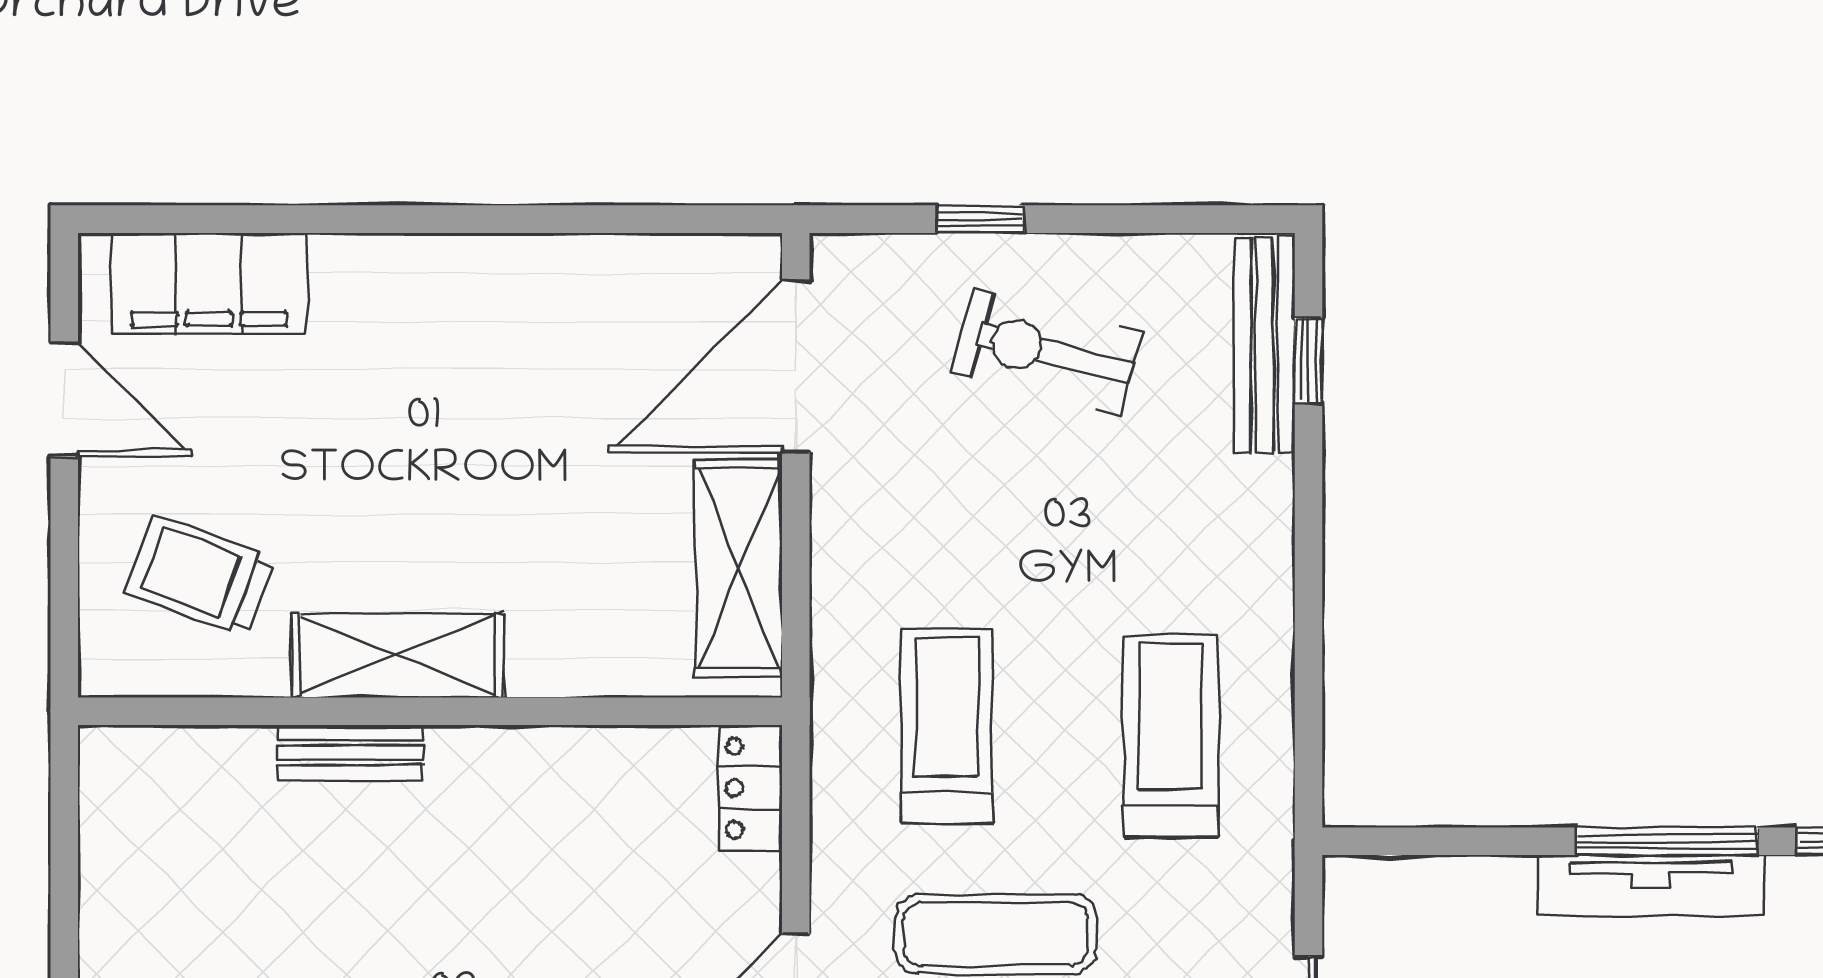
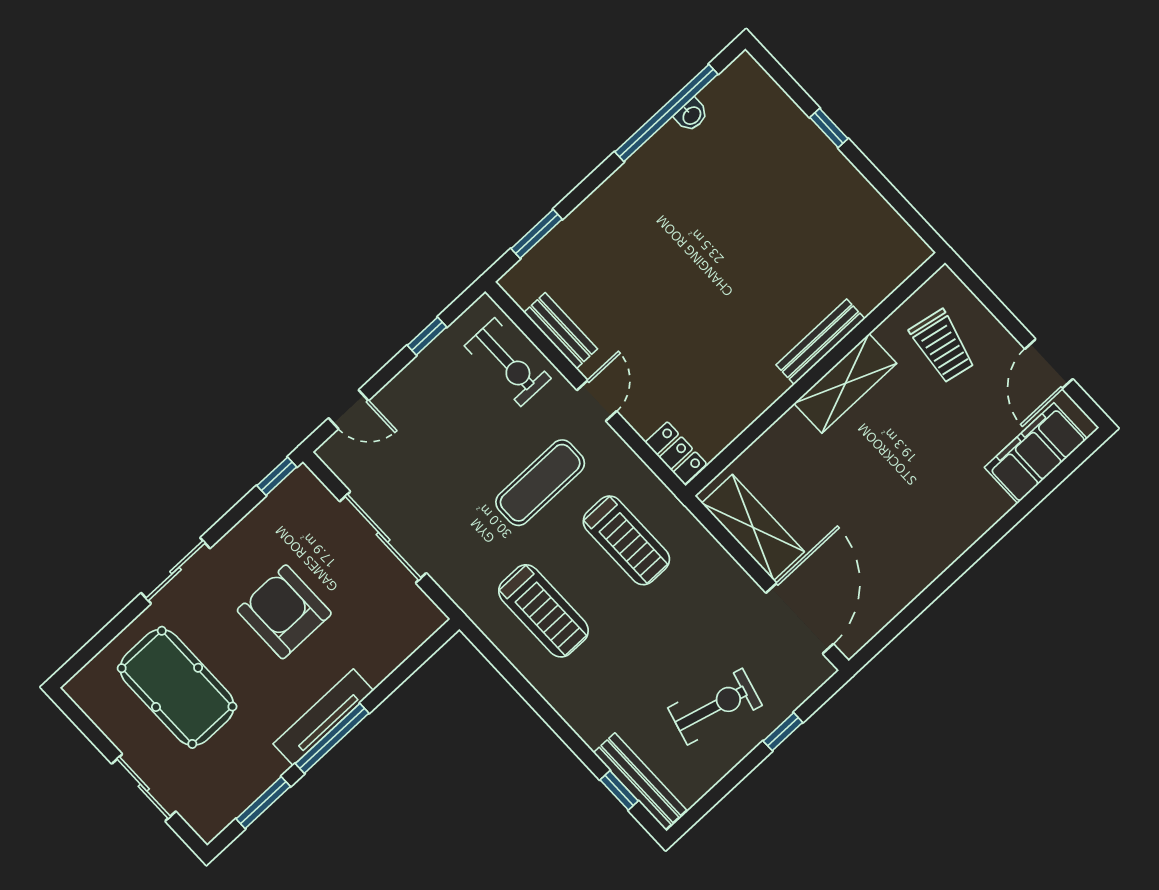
door: (64, 399) -> (1049, 364), hinge flipped
trolley: (200, 575) -> (942, 346), turned 81
bench: (350, 753) -> (820, 342), width x1.36

